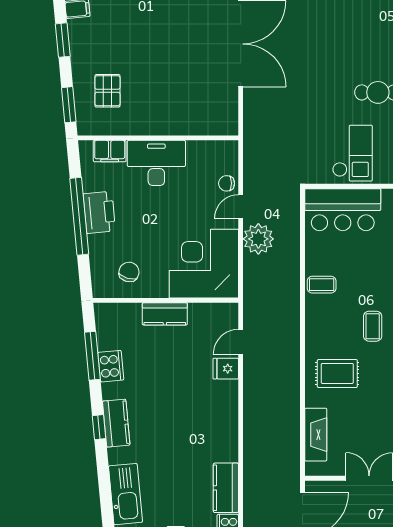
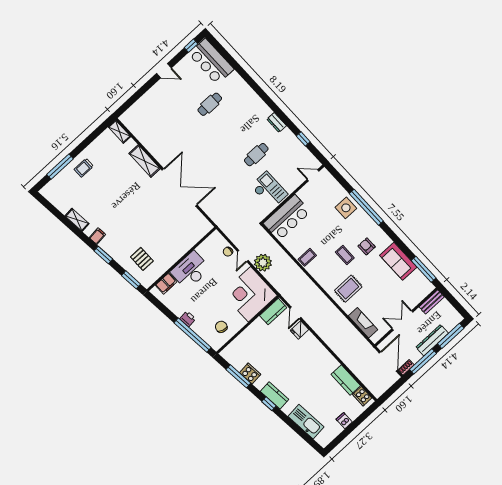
printer: (99, 212) -> (188, 319), width x0.53, depth x0.68
window: (79, 216) -> (193, 335), moved
kitchen counter: (165, 314) -> (273, 312), moved

